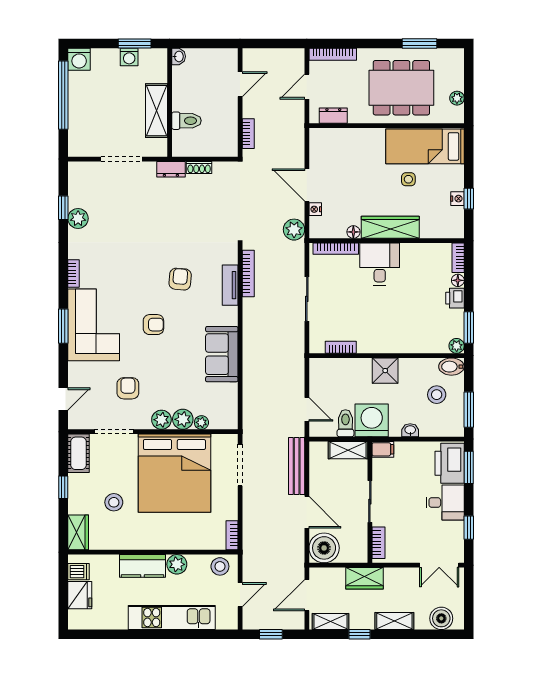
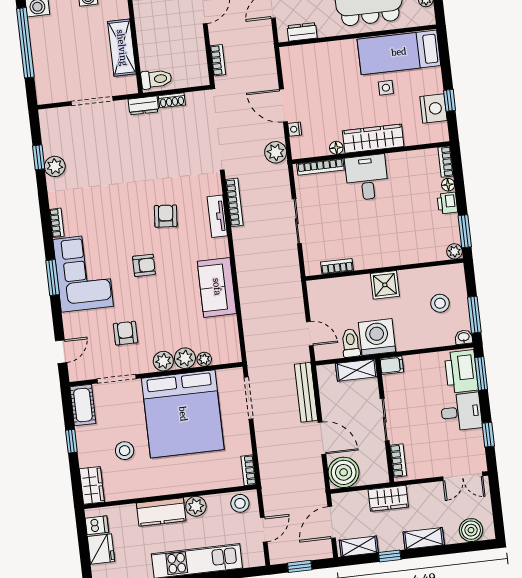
toilet: (186, 121) -> (156, 79), moved
nightstand: (457, 199) -> (433, 109), width x1.89, depth x1.79
bidet: (451, 367) -> (452, 273), removed
washbasin: (410, 430) -> (464, 337), moved

